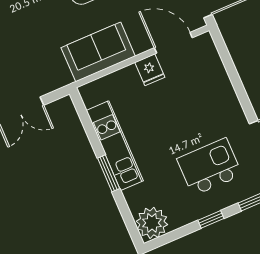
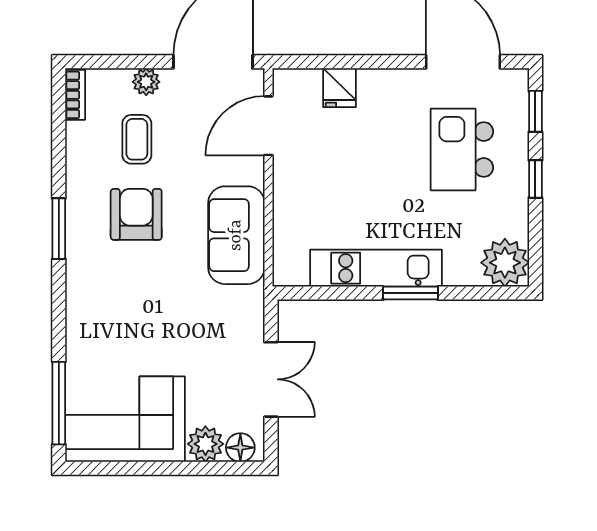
fridge: (150, 70) -> (339, 88), moved, turned 90

